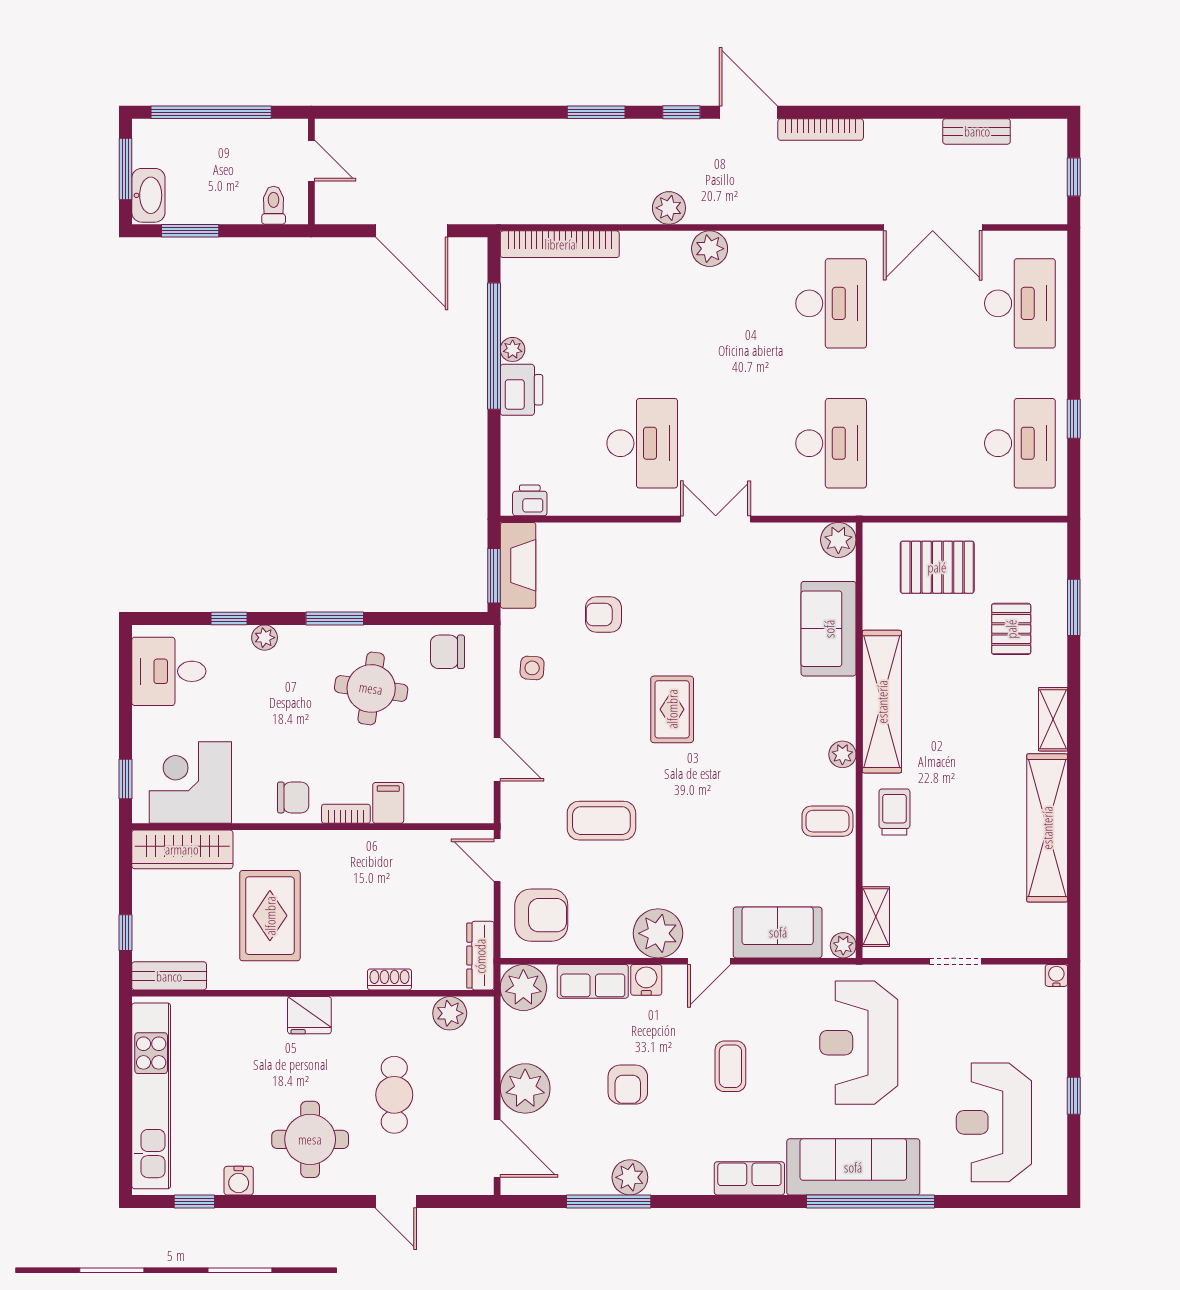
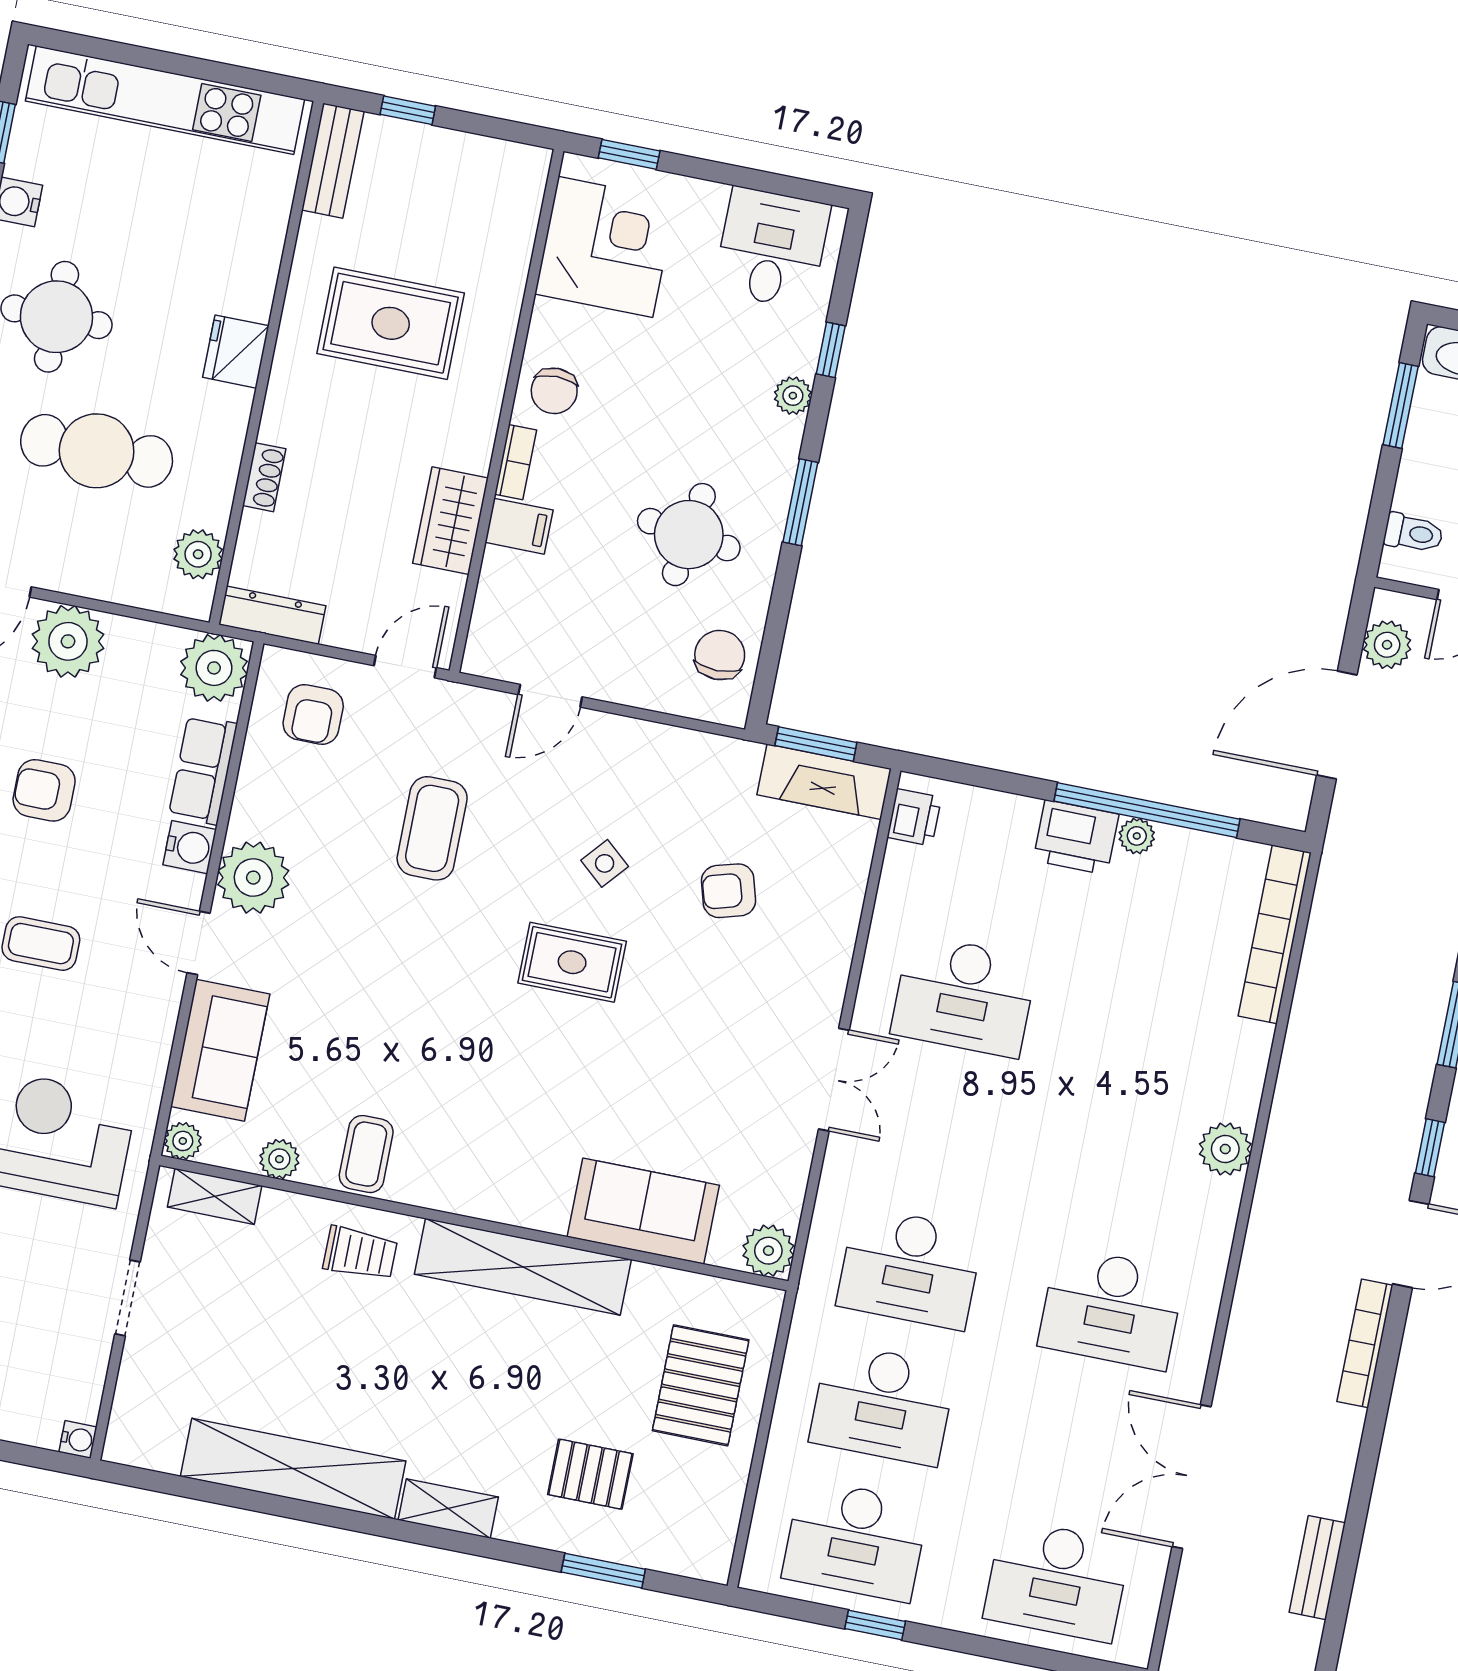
plant: (669, 208) -> (1387, 645), moved
desk: (925, 443) -> (883, 1404), added
armchair: (603, 615) -> (729, 891), turned -106
side table: (532, 668) -> (605, 863), moved, turned 37
plant: (842, 754) -> (279, 1159), moved
wardrobe: (182, 849) -> (450, 521), moved, width x0.67
armchair: (541, 915) -> (313, 714), width x0.72, depth x0.72
cafe table: (394, 1095) -> (97, 451), width x1.37, depth x1.35

